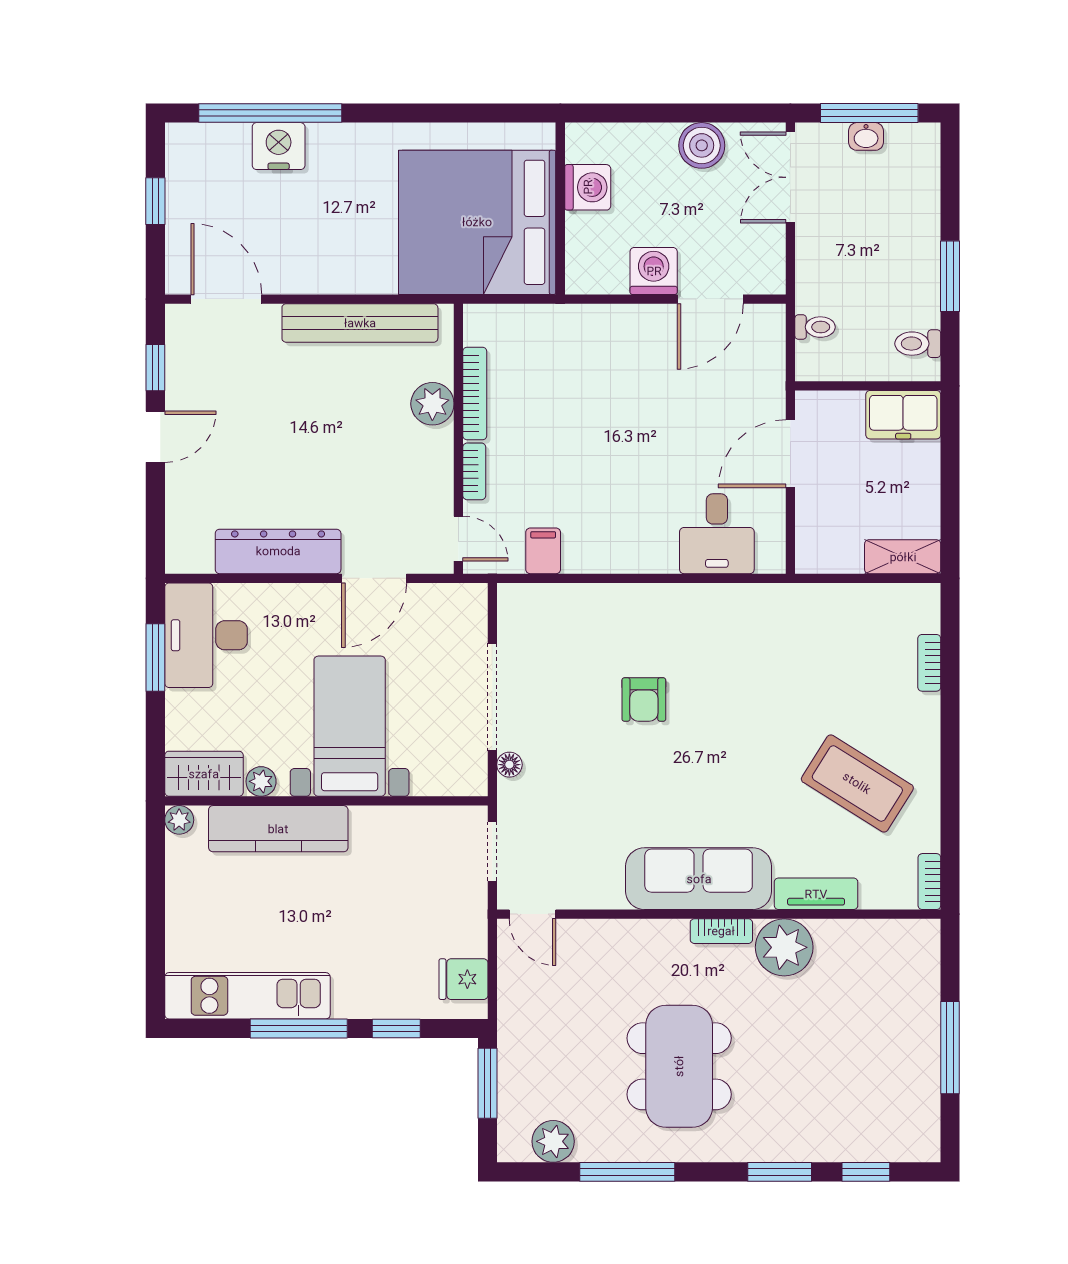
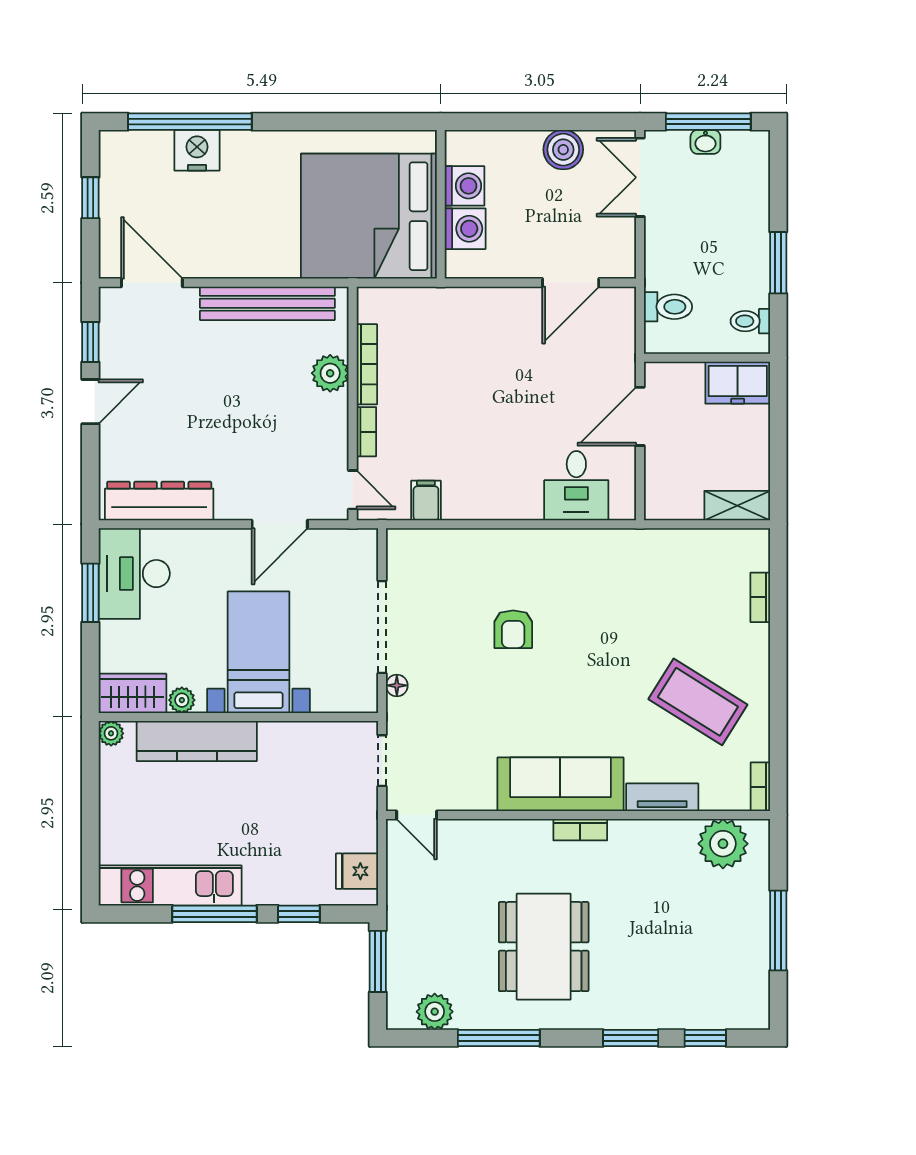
washing machine: (654, 271) -> (465, 229), moved, turned 90
toilet: (815, 327) -> (668, 307), width x1.37, depth x1.39
dresser: (278, 551) -> (159, 501), moved
plant: (784, 947) -> (723, 844), moved

